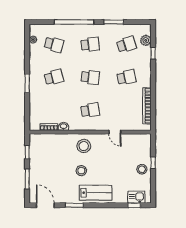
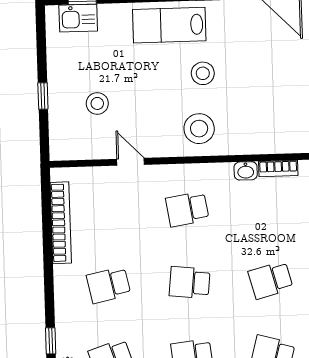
stool: (142, 169) -> (97, 103), moved

